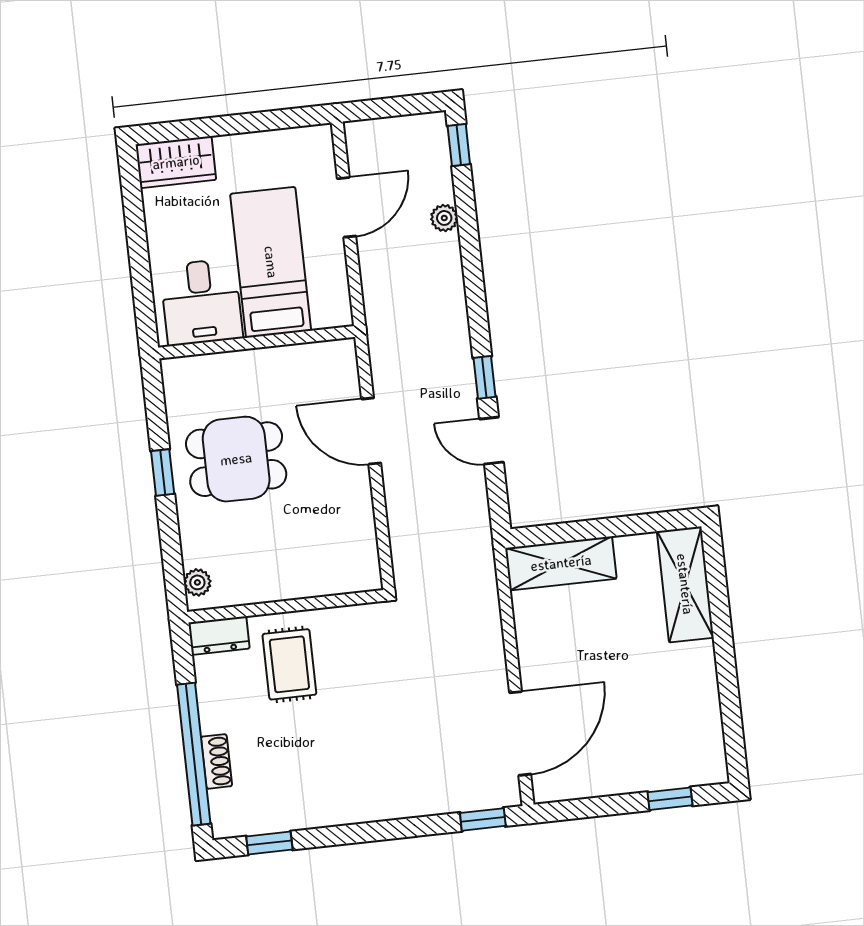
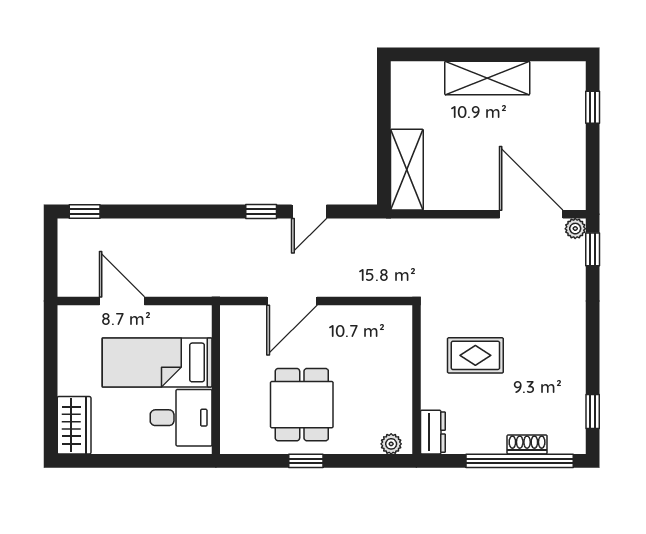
plant: (444, 218) -> (575, 229), moved
shelving: (685, 584) -> (487, 78), moved
rug: (289, 664) -> (475, 355), moved

